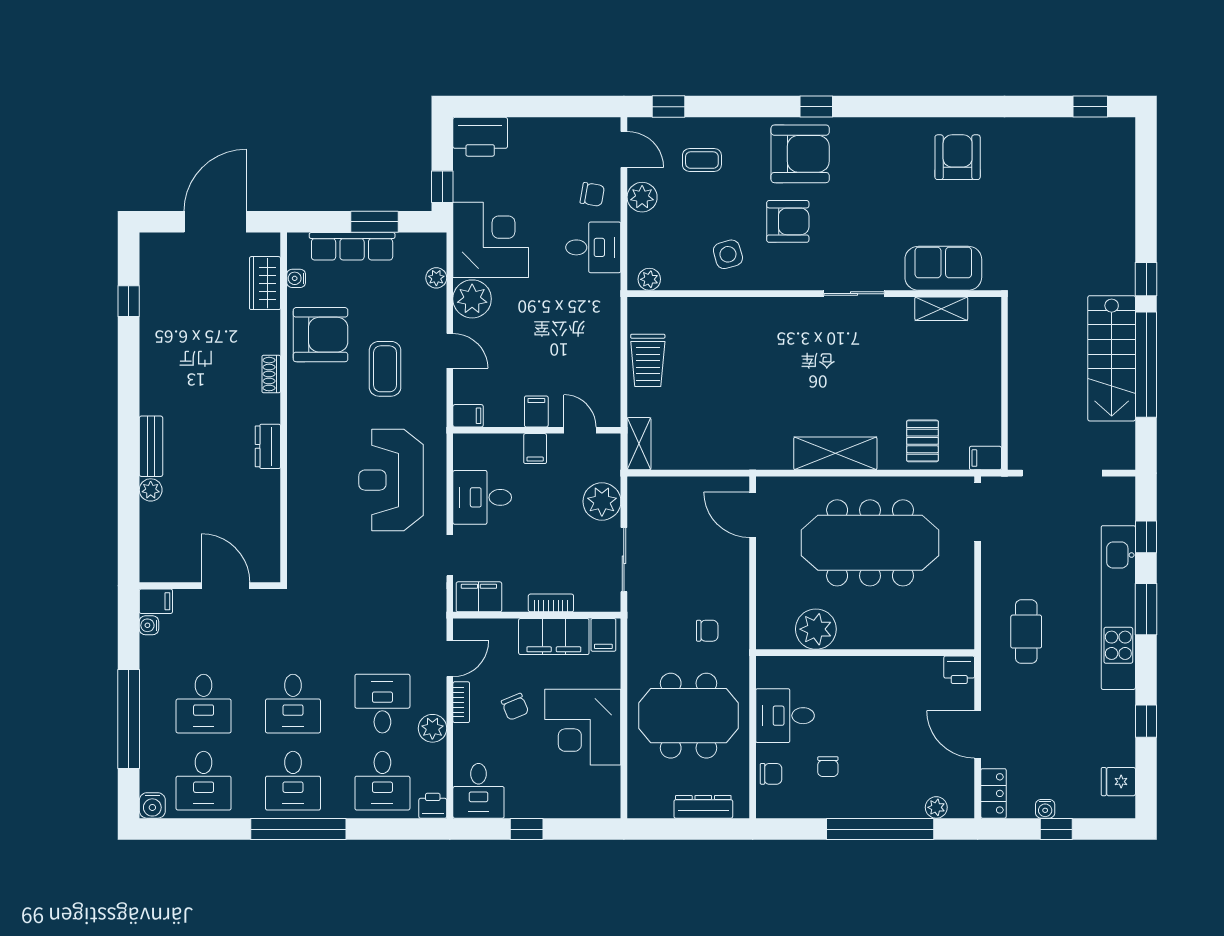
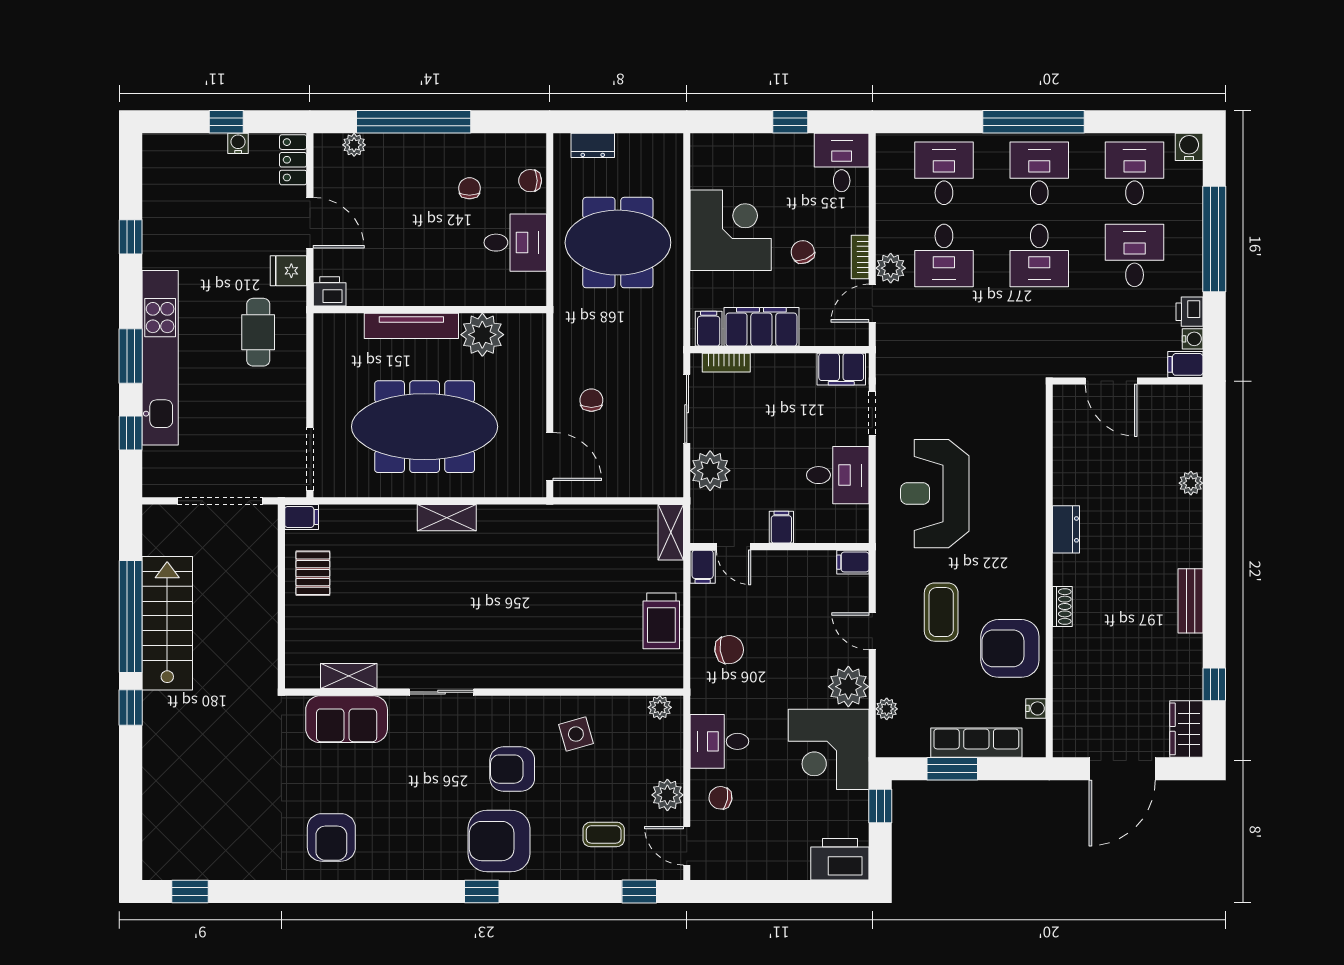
wardrobe: (265, 283) -> (1186, 729), moved, turned 180
chair: (584, 334) -> (729, 650), added
trolley: (648, 360) -> (661, 621), turned 180
filing cabinet: (536, 411) -> (703, 567), moved
pallet: (922, 441) -> (313, 573), moved
bench: (151, 446) -> (1191, 601), moved
shelving: (835, 453) -> (447, 518), width x0.67, depth x0.75
reception desk: (391, 480) -> (935, 494), turned 180
bookcase: (551, 603) -> (726, 363), moved
chair: (707, 631) -> (591, 400), moved, turned 90
tv unit: (882, 638) -> (411, 326), added
desk: (293, 704) -> (1039, 255), turned 180
plant: (432, 728) -> (891, 268), moved
fridge: (1118, 782) -> (288, 271), moved, turned 180
printer: (433, 806) -> (1189, 312), moved, turned 90
dresser: (703, 807) -> (593, 145), width x0.70

